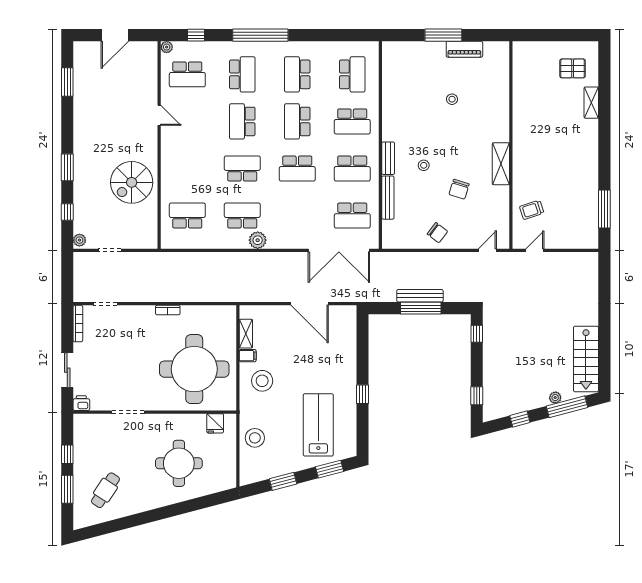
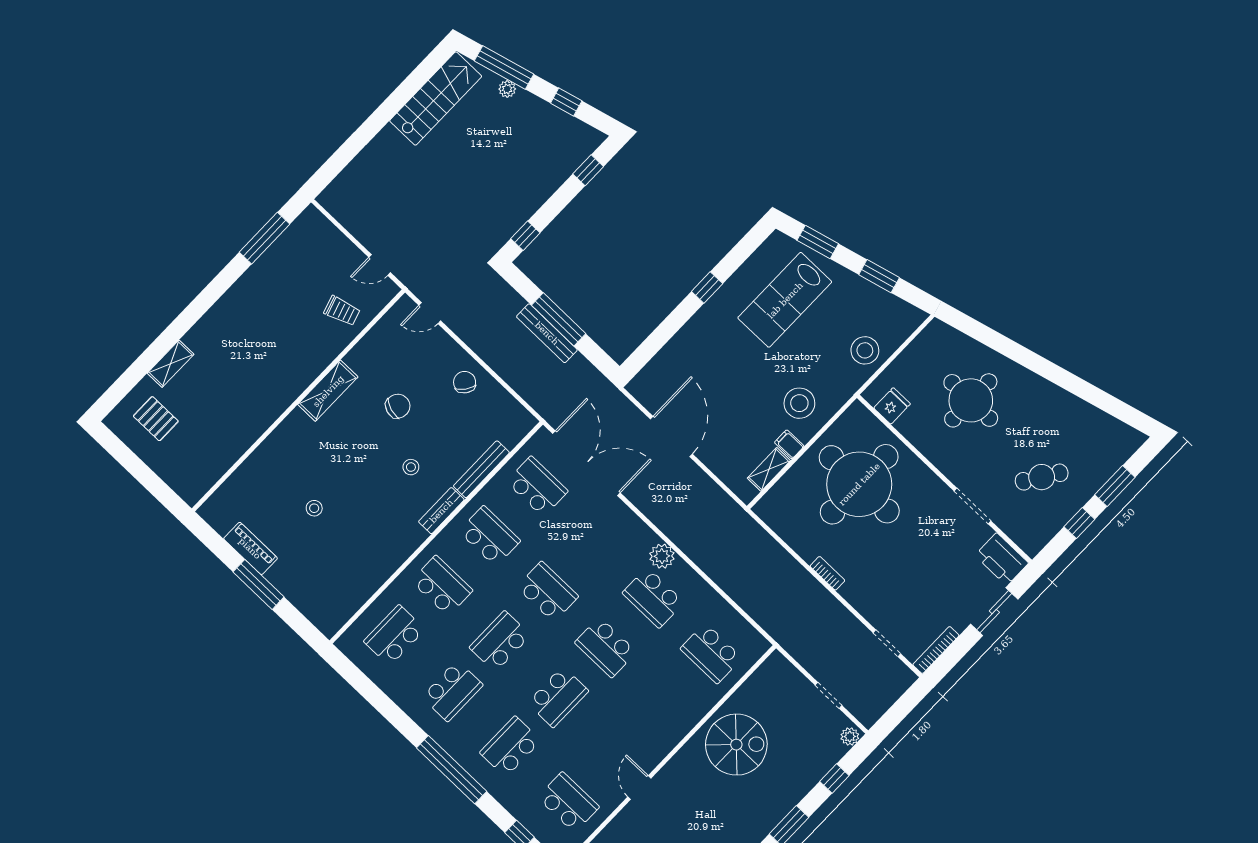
school desk: (297, 121) -> (500, 641), turned 180
printer: (81, 403) -> (1002, 559), width x1.87, depth x1.48
cafe table: (105, 490) -> (1042, 477), moved

